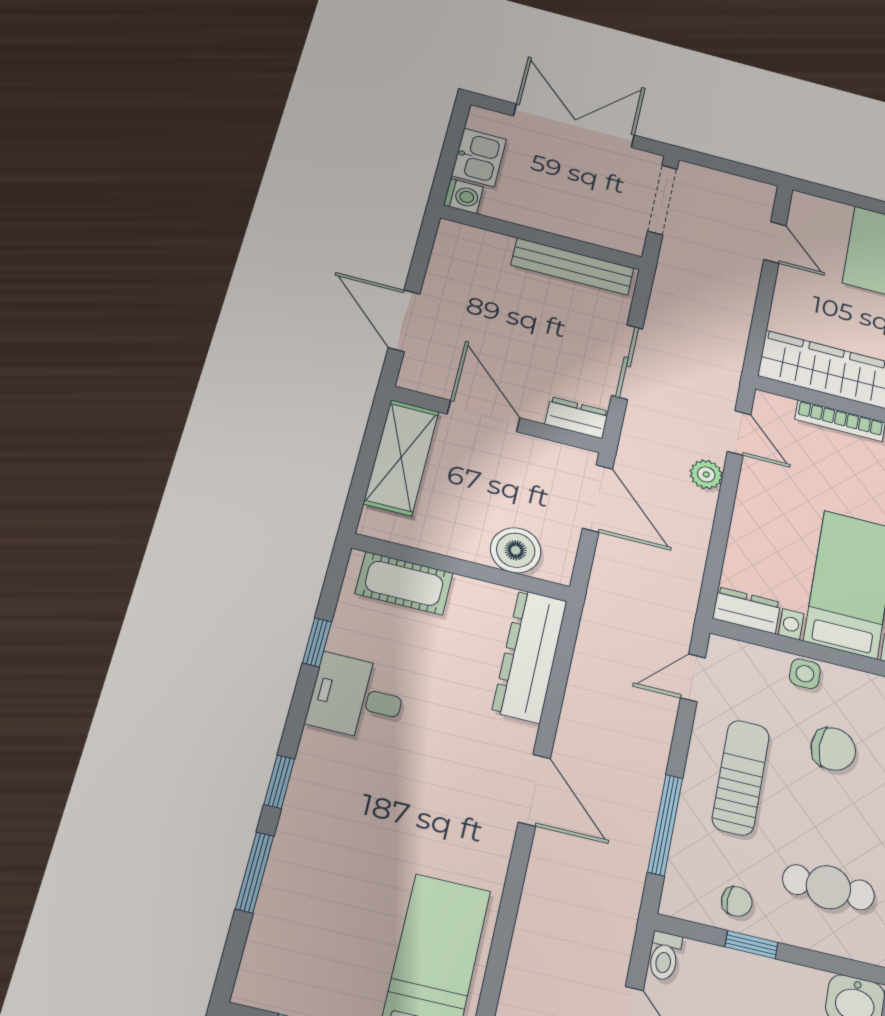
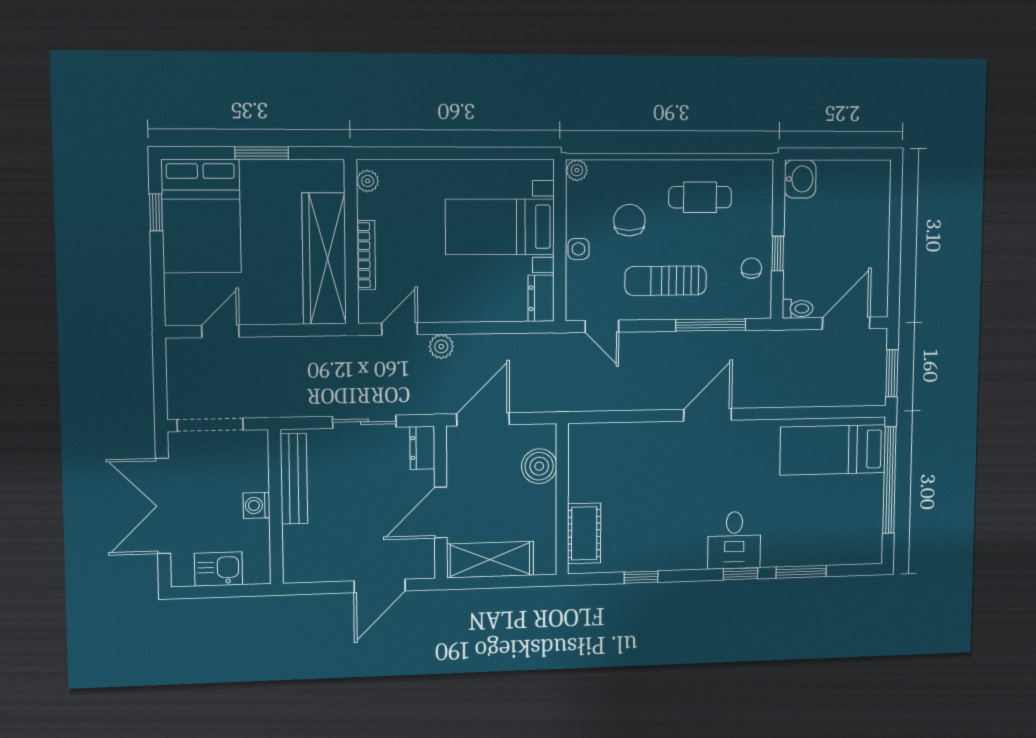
washing machine: (463, 196) -> (257, 505), moved, turned -90
dresser: (530, 656) -> (615, 439), removed
desk: (357, 698) -> (734, 540), moved
cafe table: (828, 887) -> (700, 197), moved, turned 90

